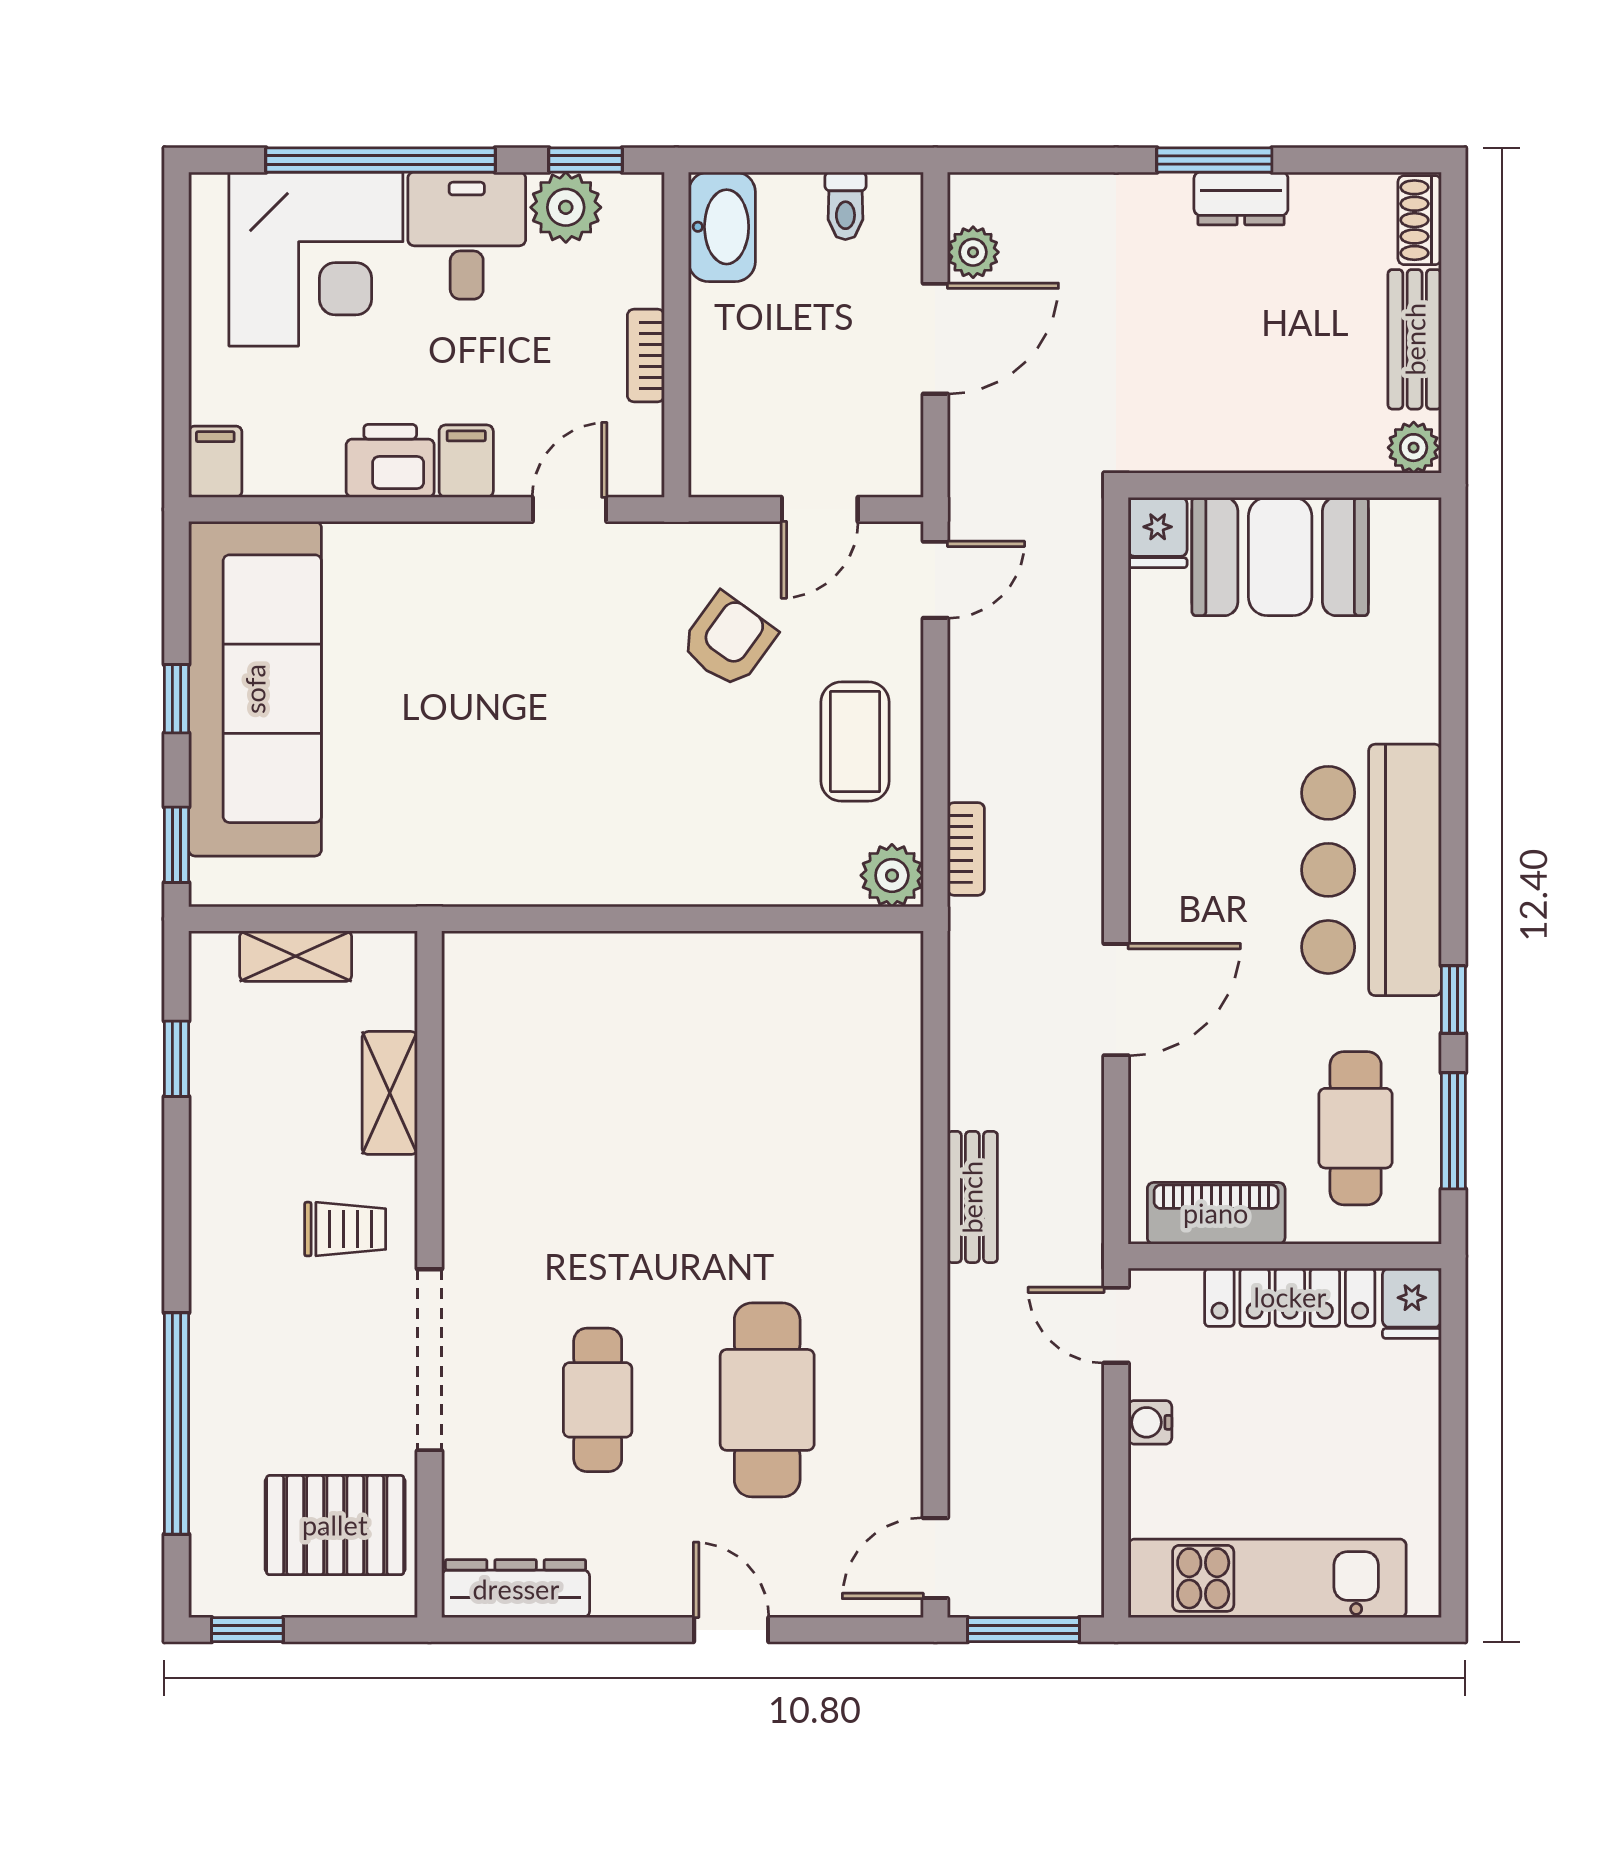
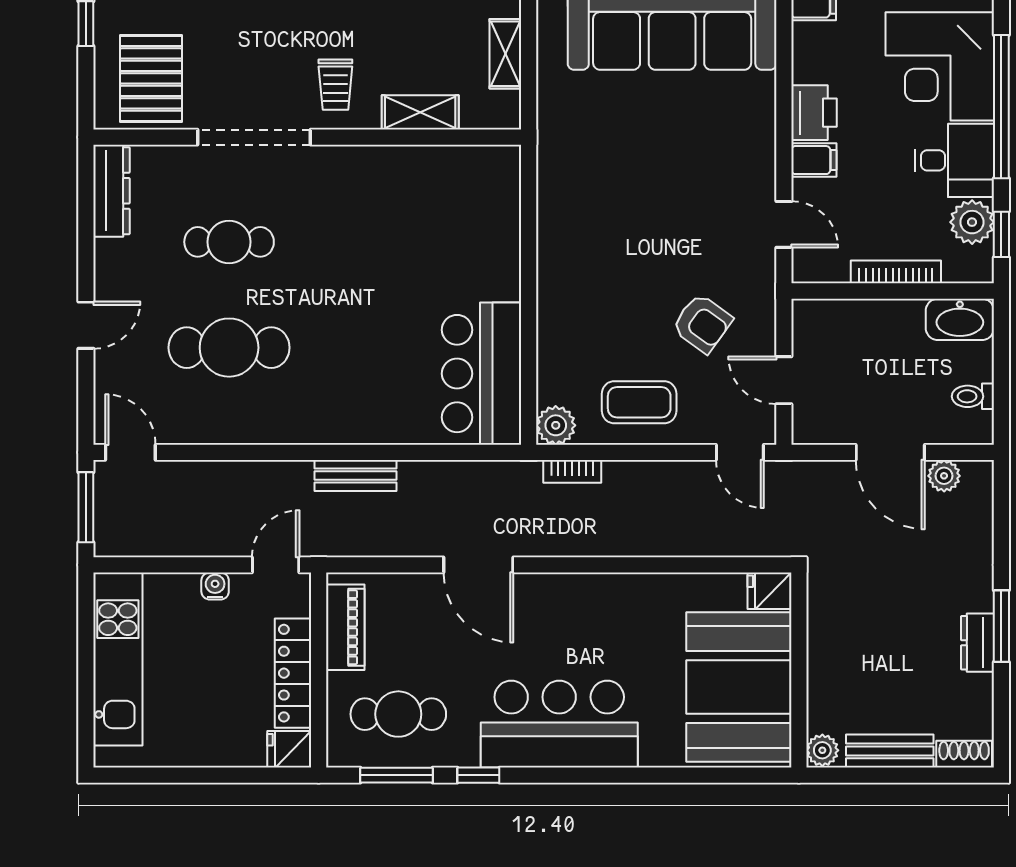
bookcase: (646, 356) -> (896, 272), width x1.56
booth: (1280, 556) -> (739, 687), width x1.36, depth x1.42
bar counter: (809, 994) -> (482, 374), added

